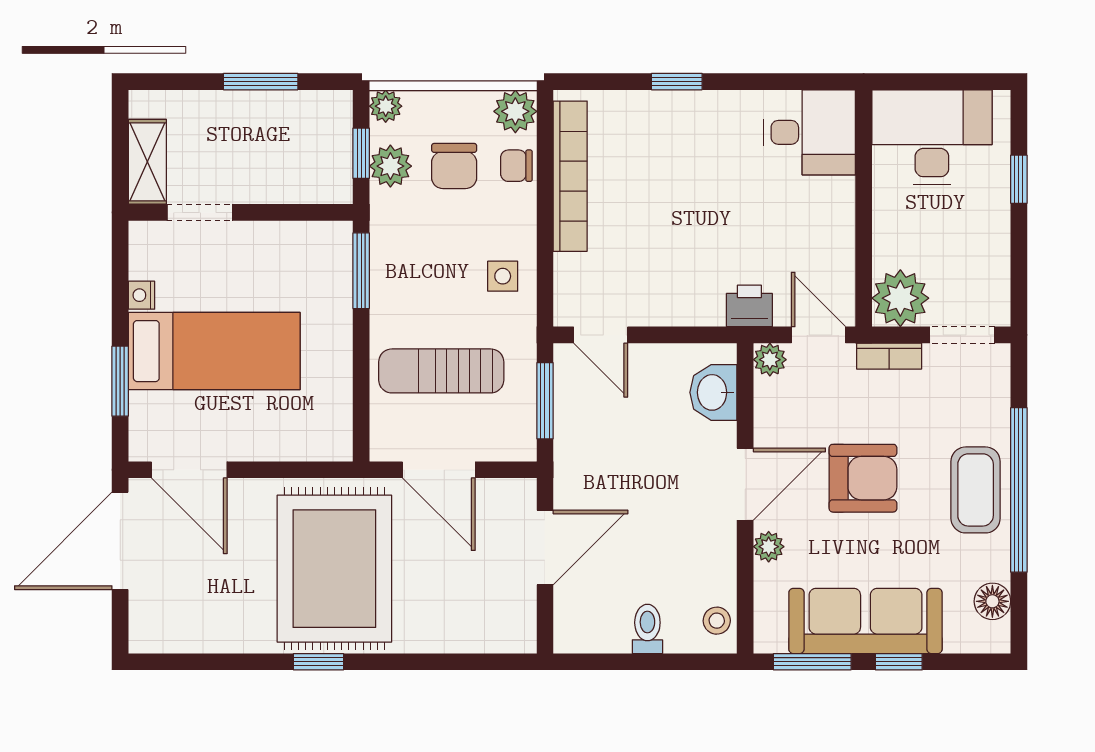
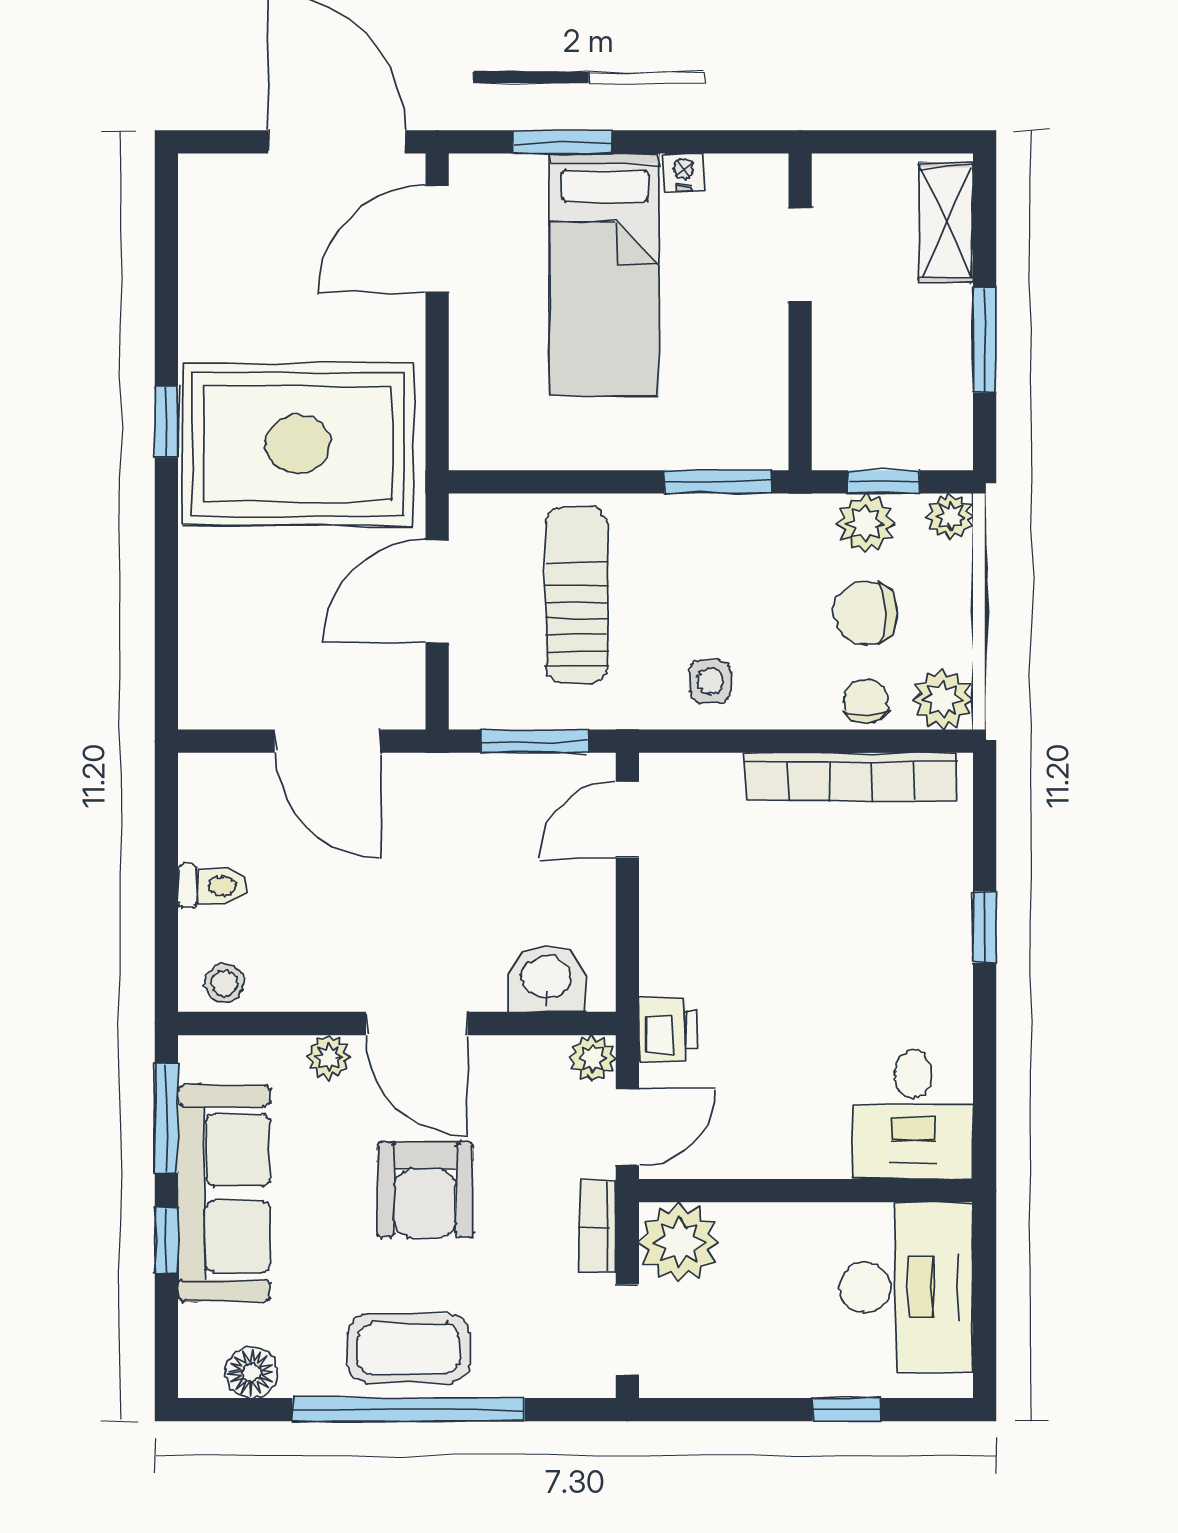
shelving: (147, 162) -> (946, 222), moved, turned 90

